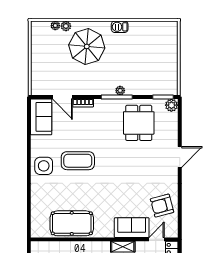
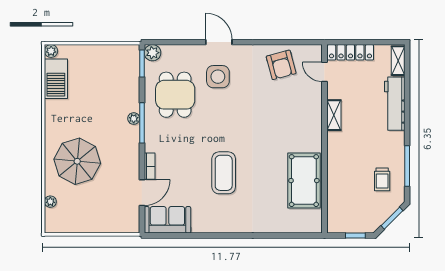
plant: (66, 26) -> (51, 51), moved
barbecue: (120, 27) -> (56, 79), moved, width x1.88, depth x1.53
dining table: (139, 123) -> (175, 95), turned 90
side table: (44, 166) -> (218, 77), moved
sofa: (132, 228) -> (309, 104), removed

